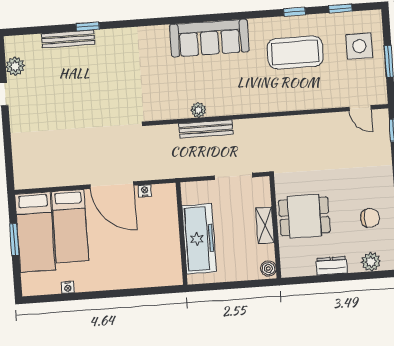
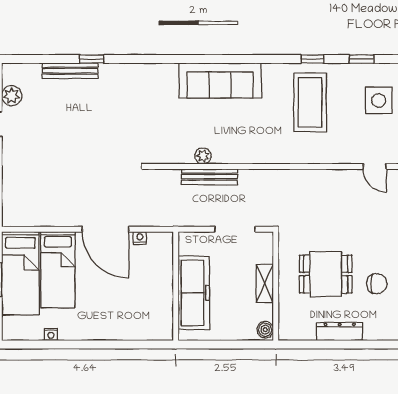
coffee table: (295, 52) -> (310, 102), turned 90
dining table: (304, 216) -> (326, 274), moved
plant: (371, 262) -> (375, 330), removed
dresser: (332, 266) -> (340, 331), width x1.44

